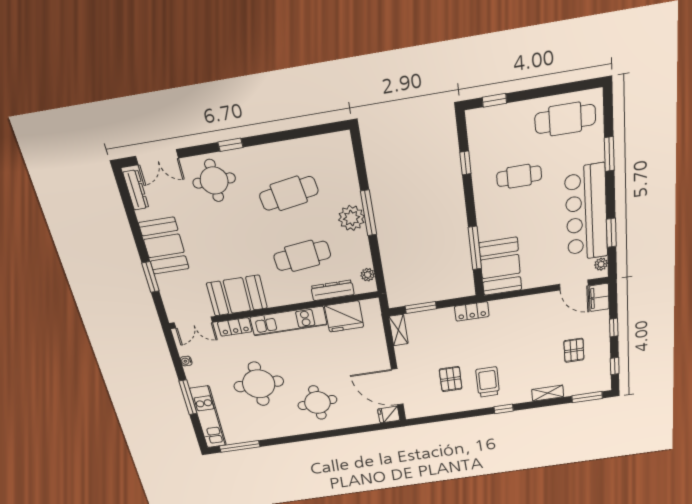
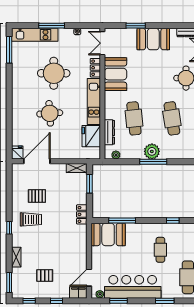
round table: (317, 403) -> (50, 113), moved

